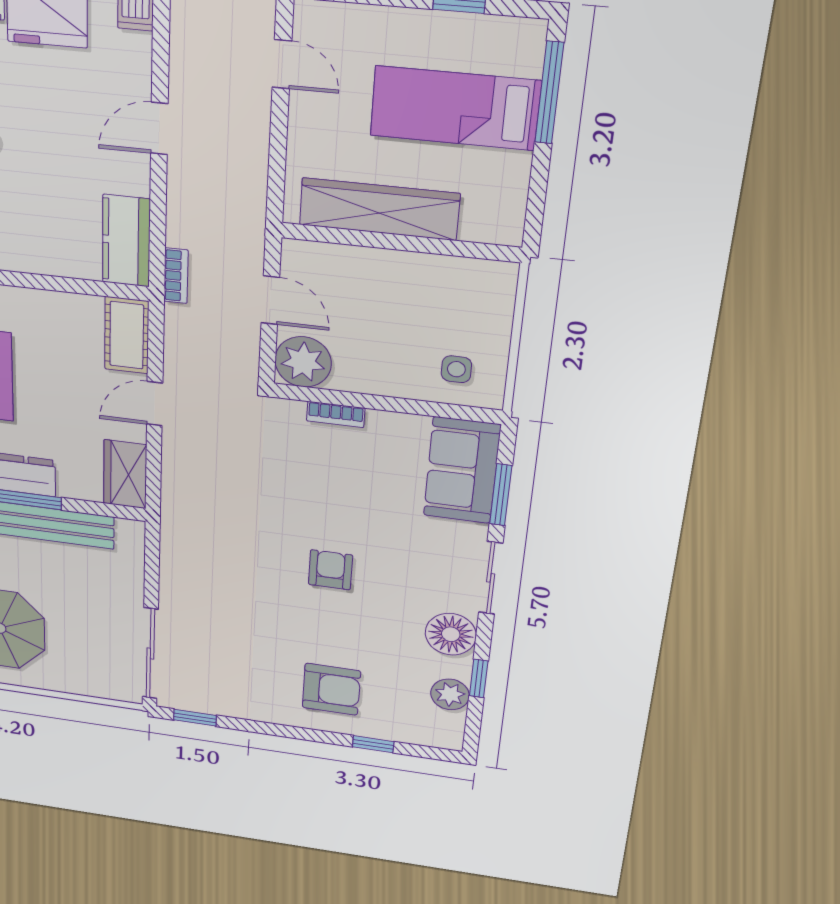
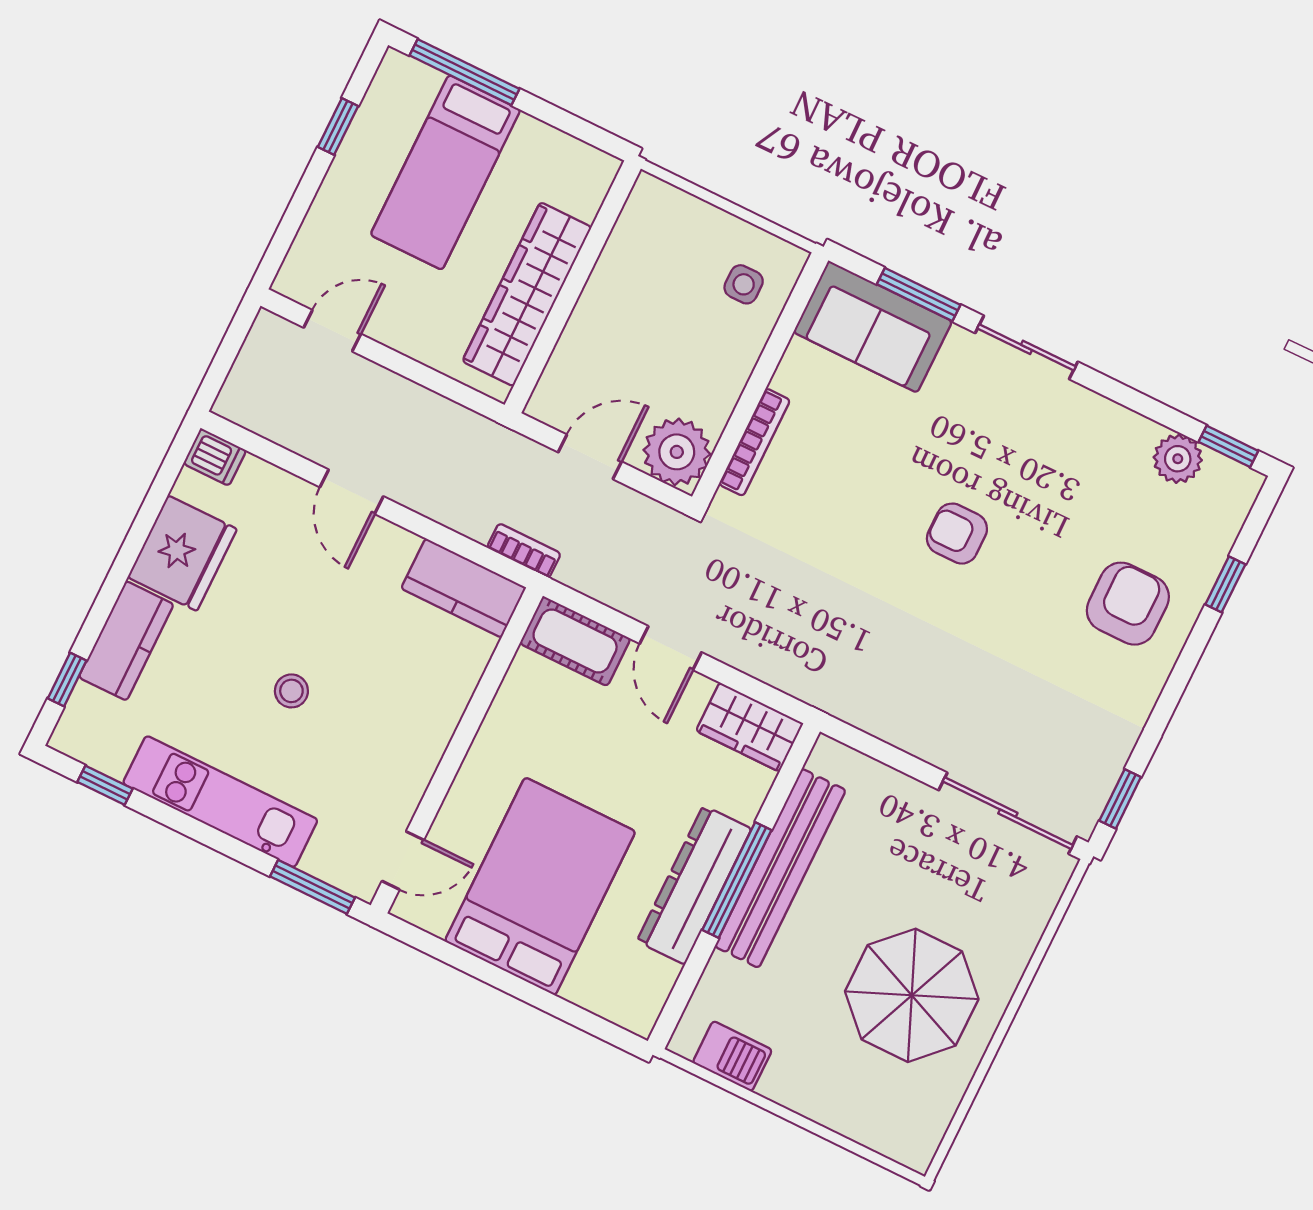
bookcase: (336, 414) -> (755, 442), width x1.56
floor lamp: (451, 634) -> (1091, 424), removed
window: (479, 678) -> (1228, 446), moved

